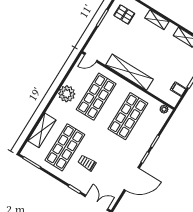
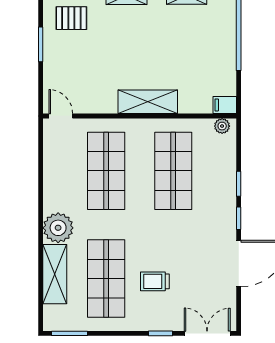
door: (91, 57) -> (61, 116), swing flipped
shelving: (129, 72) -> (148, 102), width x0.68
filing cabinet: (178, 89) -> (225, 105), moved
plant: (67, 94) -> (58, 228), moved

